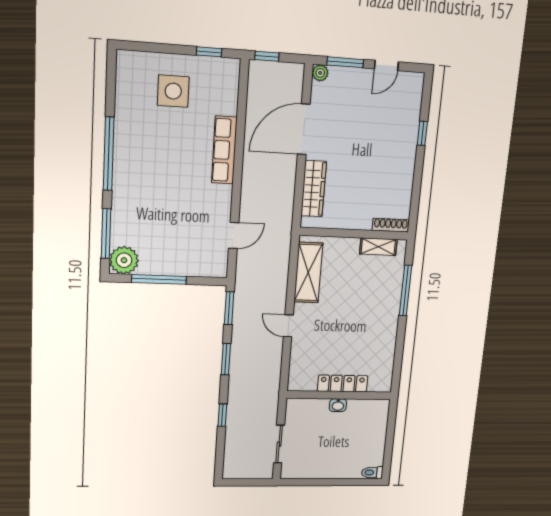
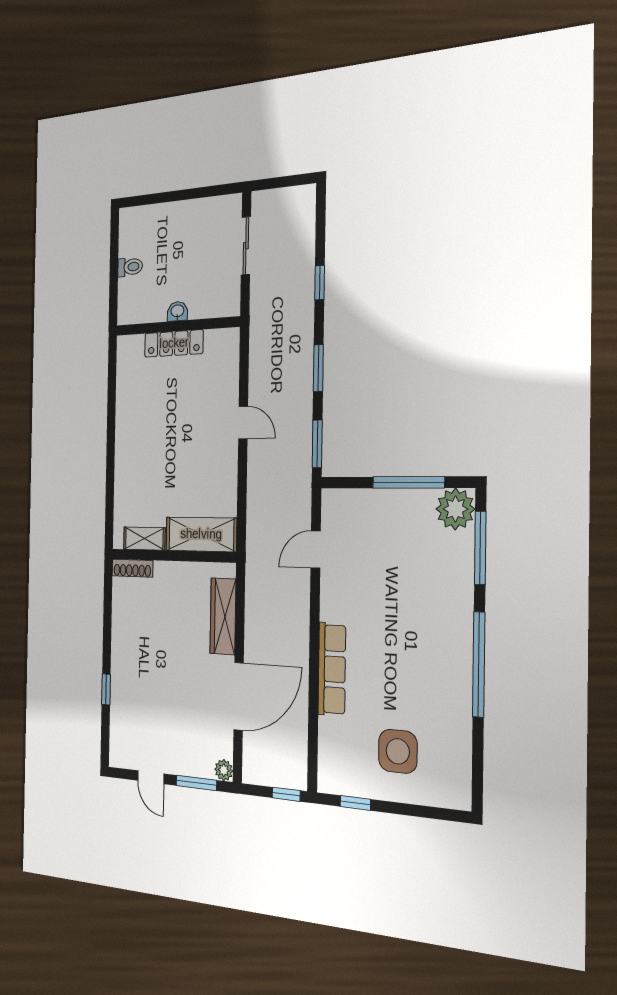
door: (386, 65) -> (151, 777), swing flipped
shelving: (308, 273) -> (201, 534), moved, turned 90
window: (405, 290) -> (110, 480), removed
toilet: (372, 473) -> (130, 267), moved

